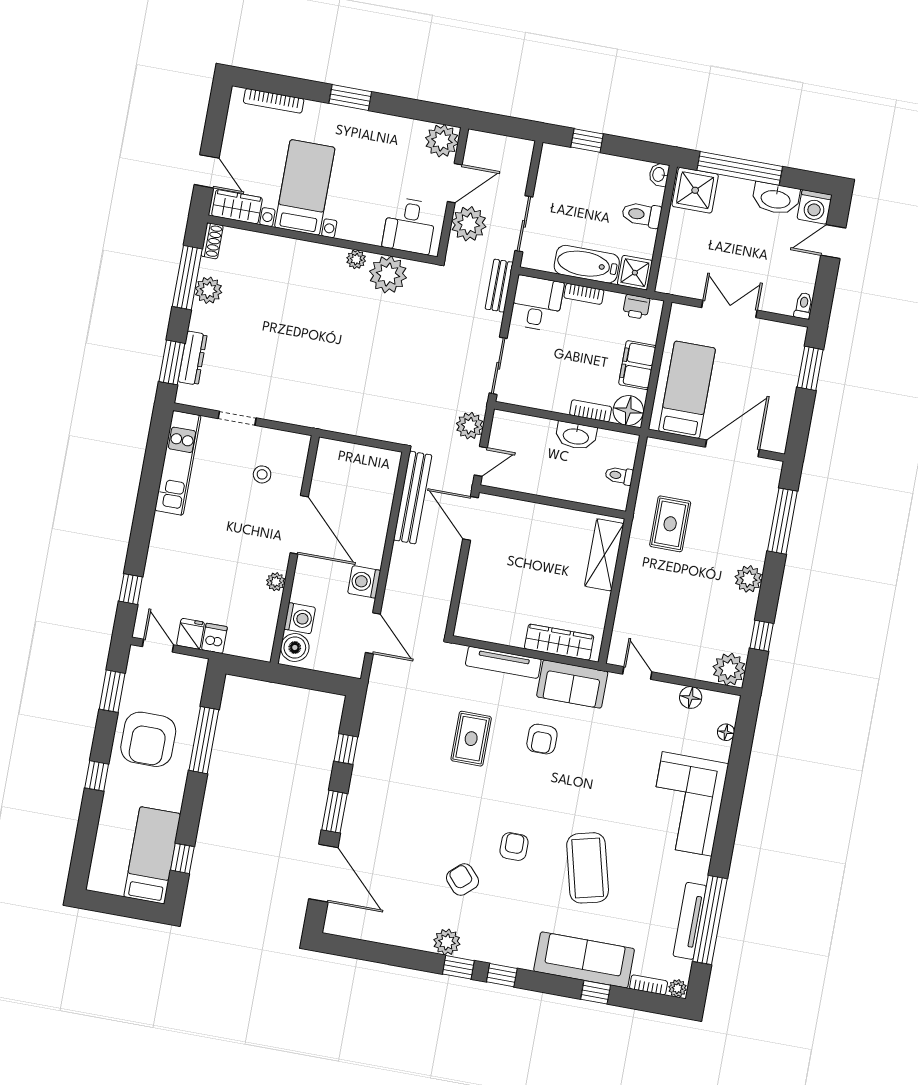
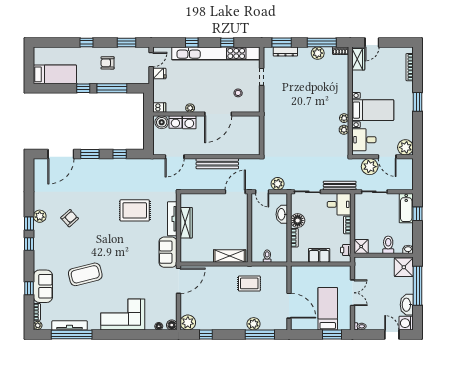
bed with nightstands: (305, 187) -> (373, 110), moved
bathtub: (587, 264) -> (406, 208), moved, turned 180
plant: (388, 274) -> (344, 130), width x0.53, depth x0.53
bench: (499, 286) -> (340, 186), width x1.36
bed: (687, 390) -> (328, 309), moved, turned -90
floor lamp: (628, 411) -> (298, 221), moved
washbasin: (576, 436) -> (282, 214), moved
kitchen unit: (178, 463) -> (216, 53), width x1.86
window: (151, 478) -> (227, 42), added
bench: (413, 498) -> (217, 164), moved
plant: (748, 579) -> (254, 324), moved
washing machine: (364, 582) -> (189, 122), moved, turned 180
window: (131, 589) -> (192, 42), moved
dishwasher: (214, 638) -> (159, 107), moved
wardrobe: (559, 642) -> (186, 223), moved
door: (637, 673) -> (178, 281), width x1.88
floor lamp: (691, 697) -> (172, 325), moved
armchair: (148, 739) -> (108, 63), width x0.53, depth x0.53
rug: (471, 739) -> (135, 210), width x1.36, depth x1.43
armchair: (542, 739) -> (140, 243), removed
armchair: (514, 847) -> (89, 239), removed
window: (182, 858) -> (83, 88), moved
sofa: (584, 960) -> (43, 286), width x0.73

